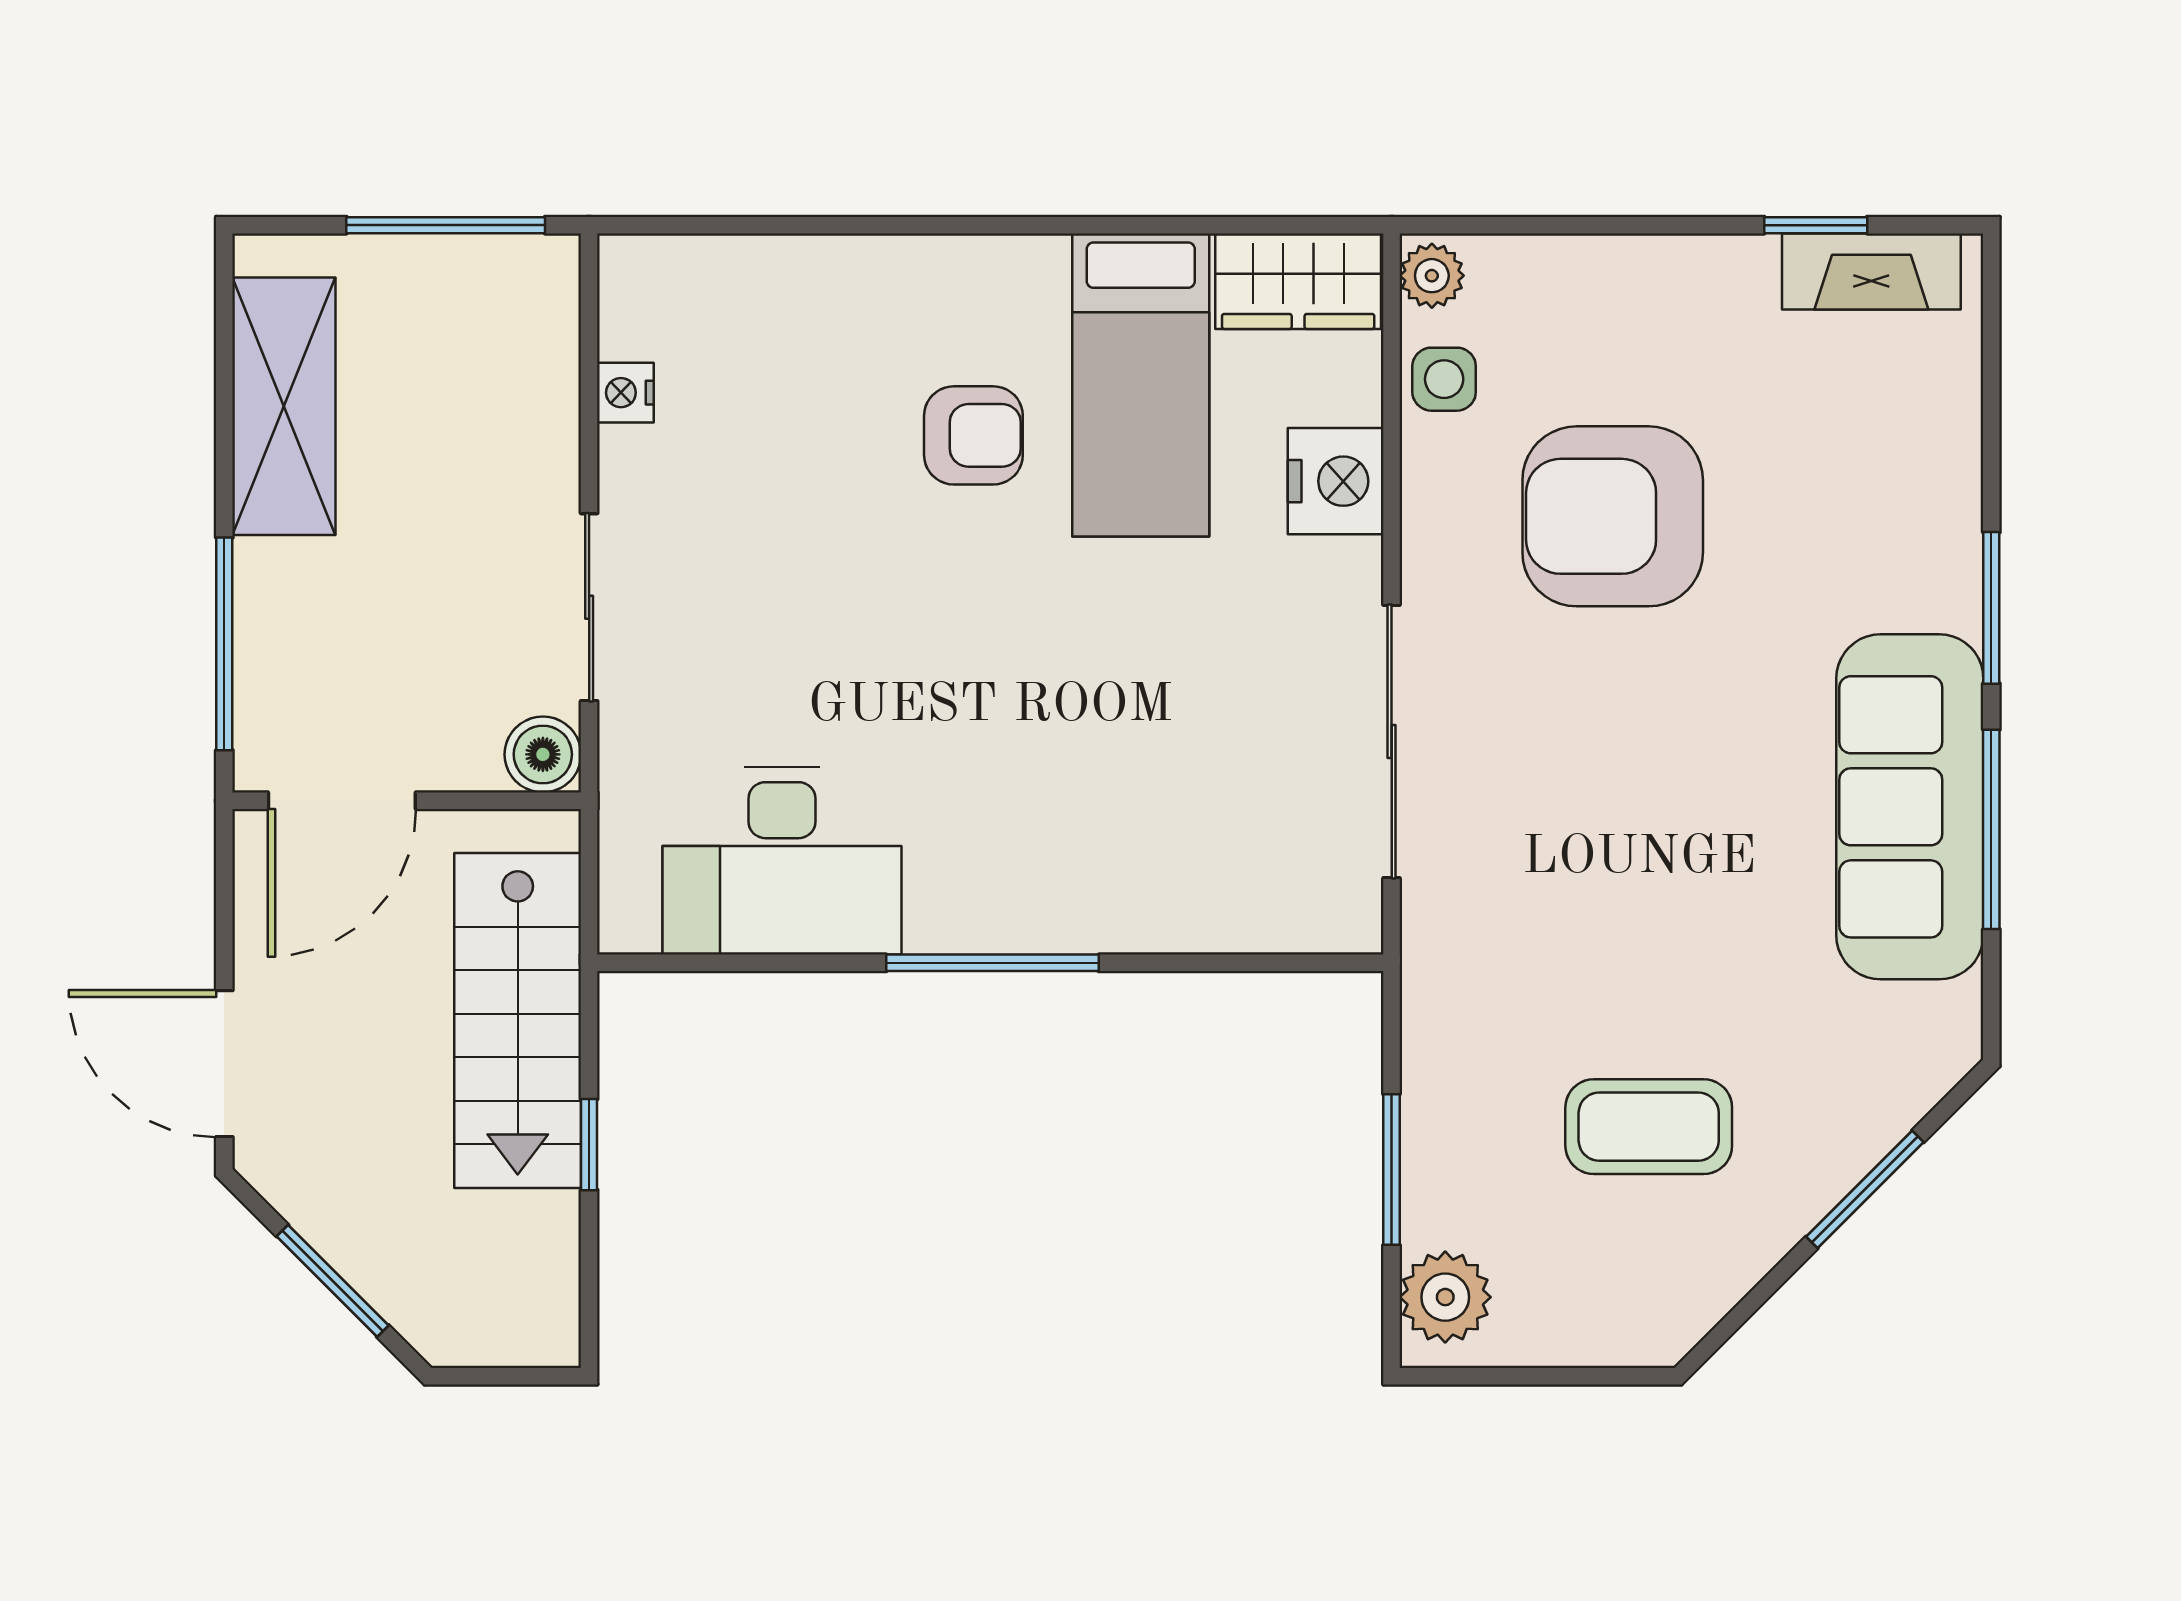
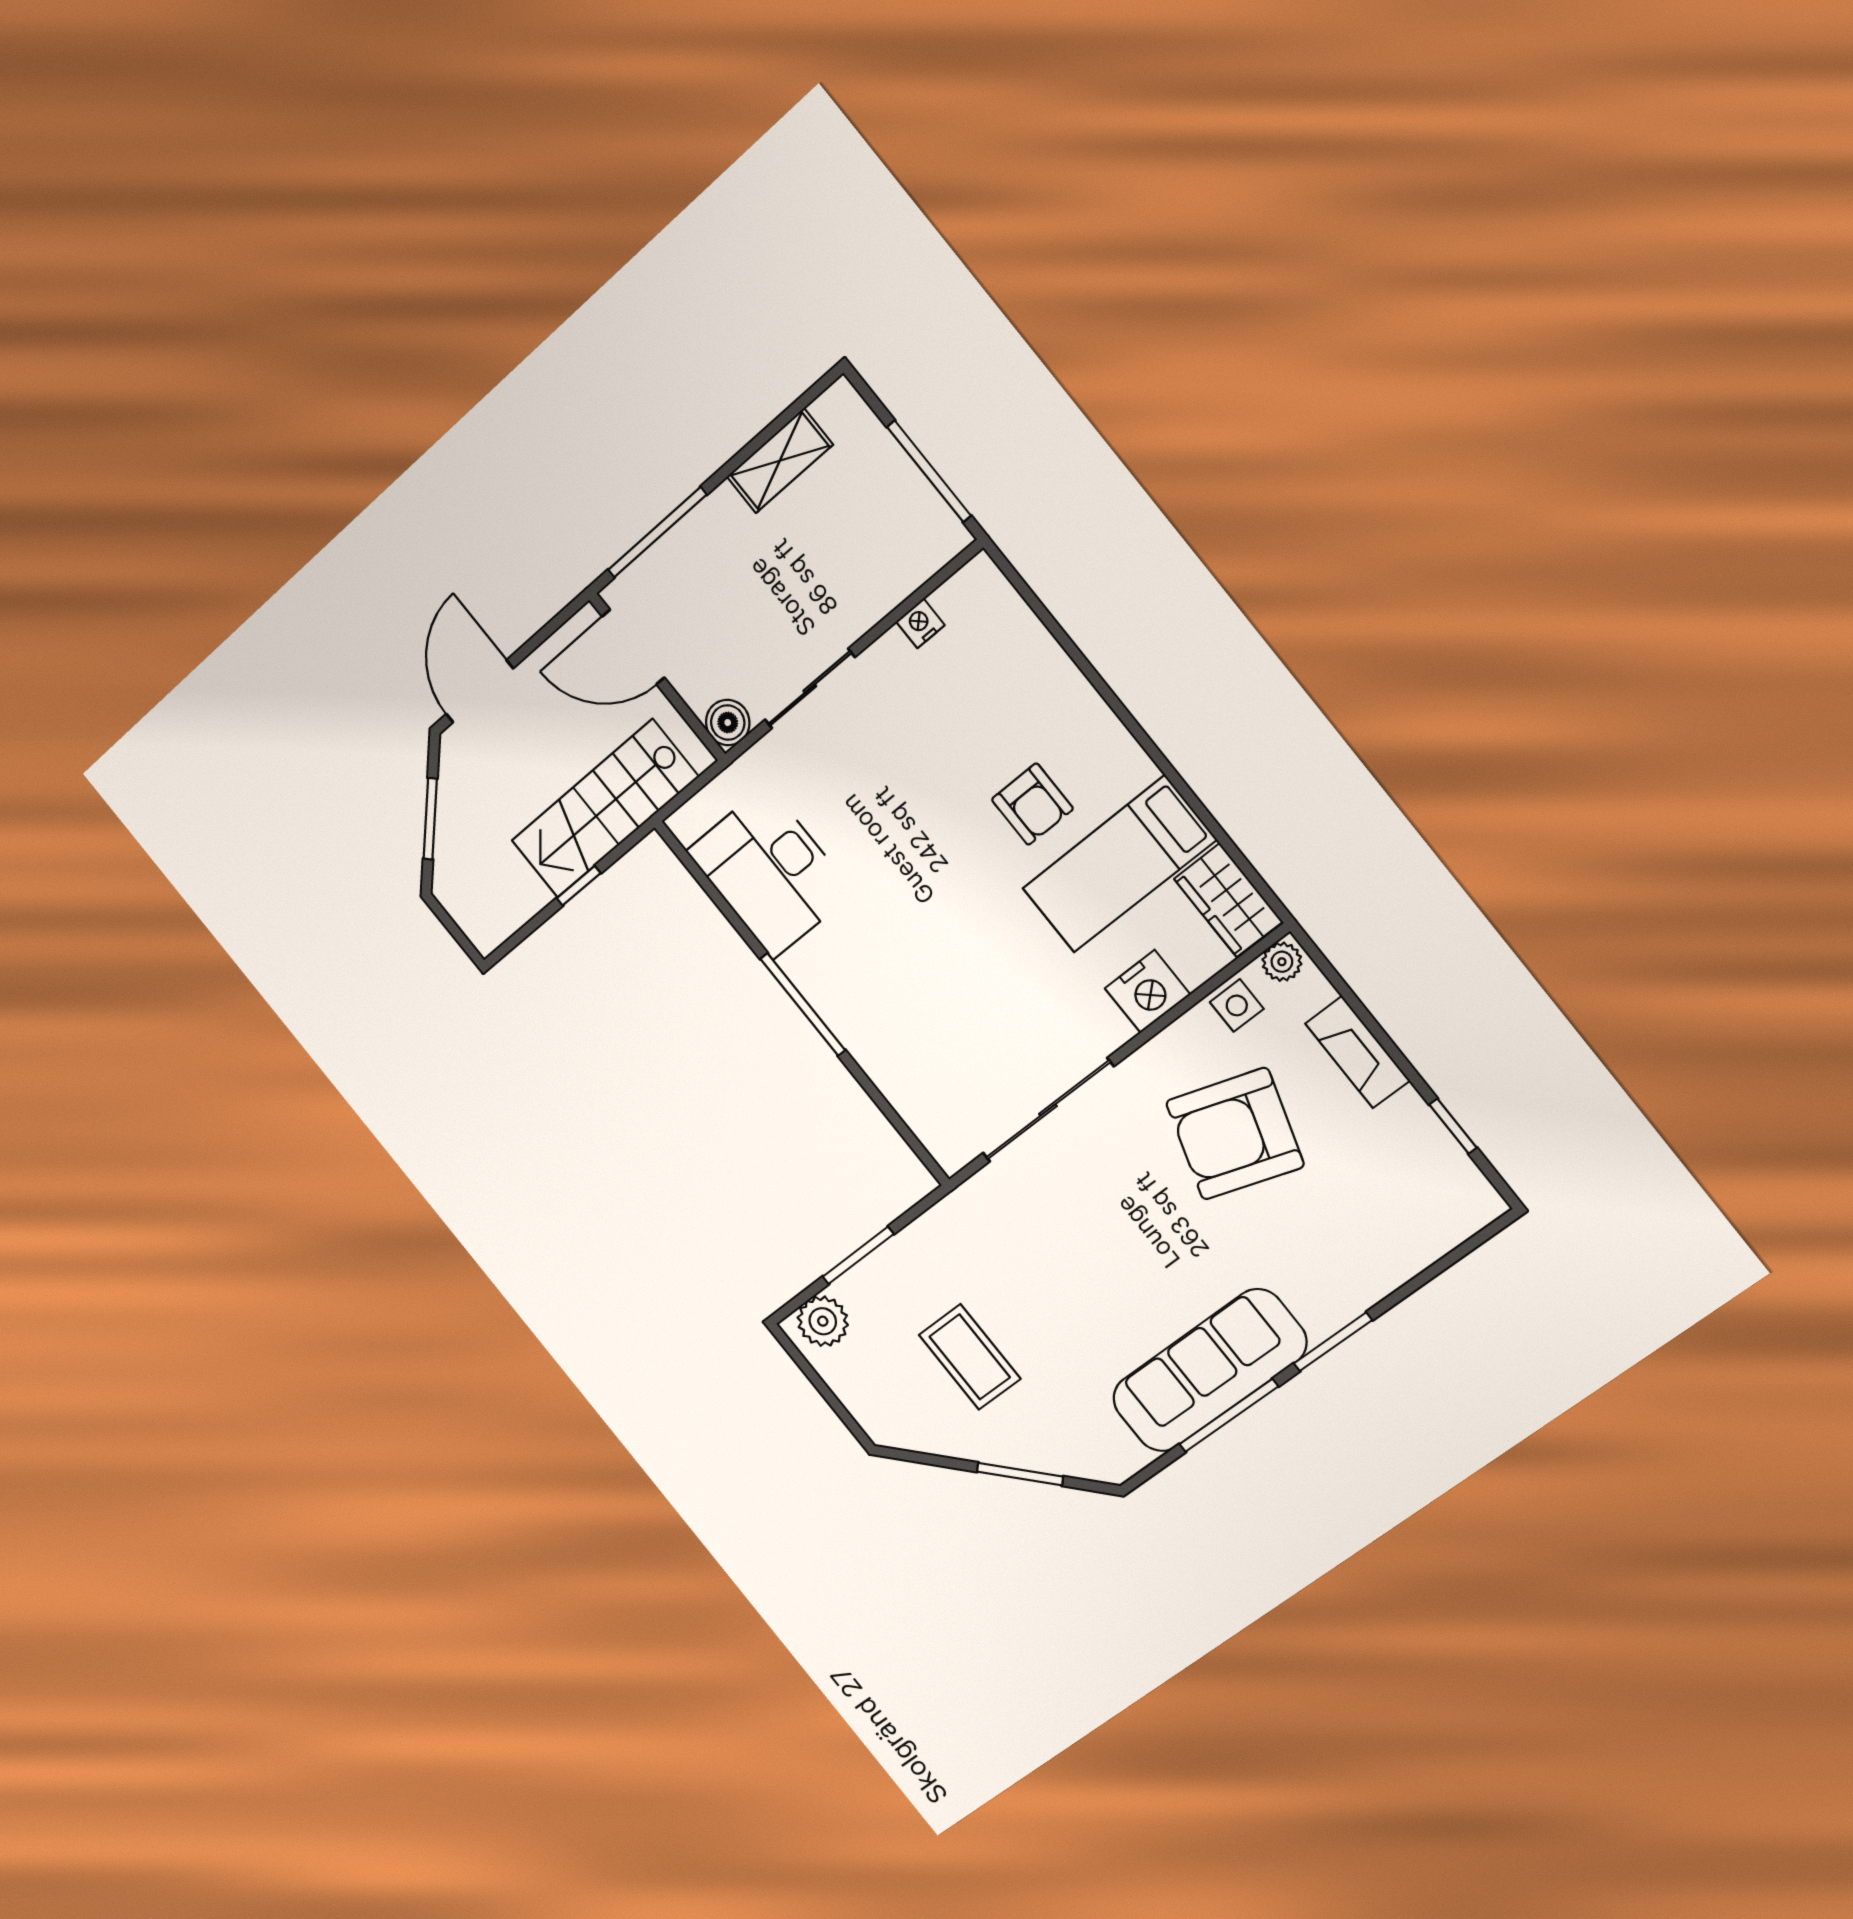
fireplace: (1871, 271) -> (1358, 1052), moved
shelving: (284, 406) -> (780, 461), width x0.67, depth x0.75
armchair: (1613, 516) -> (1235, 1134), turned -72

